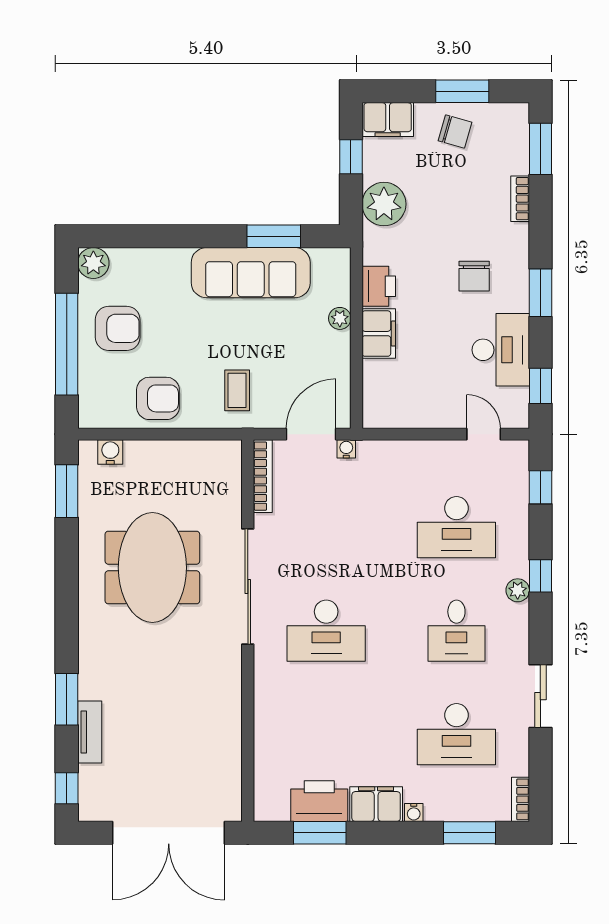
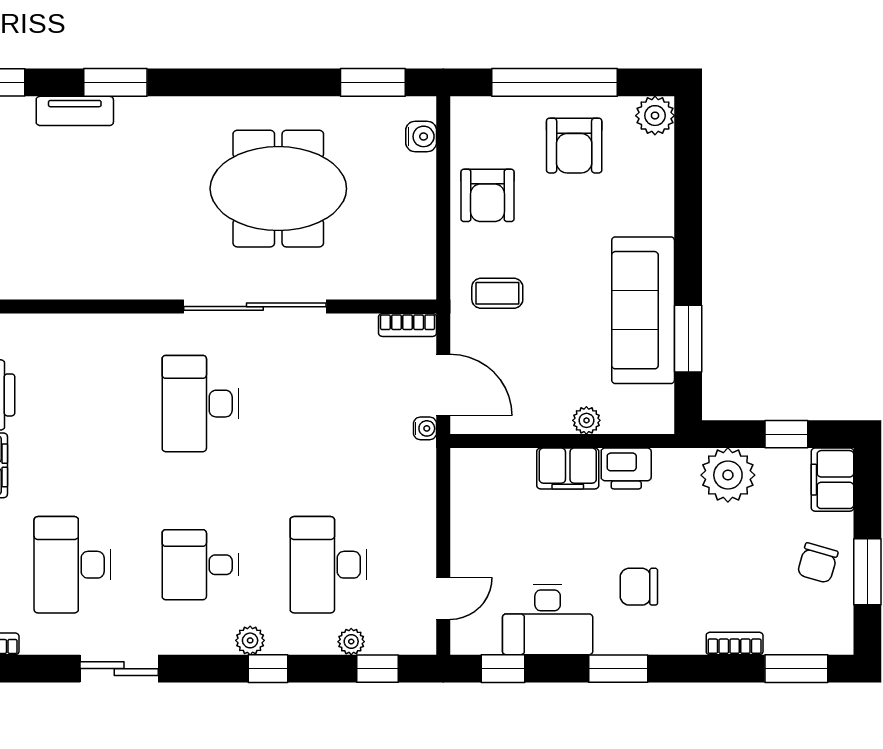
bookcase: (263, 476) -> (408, 325), width x0.64
plant: (519, 509) -> (351, 642), added

